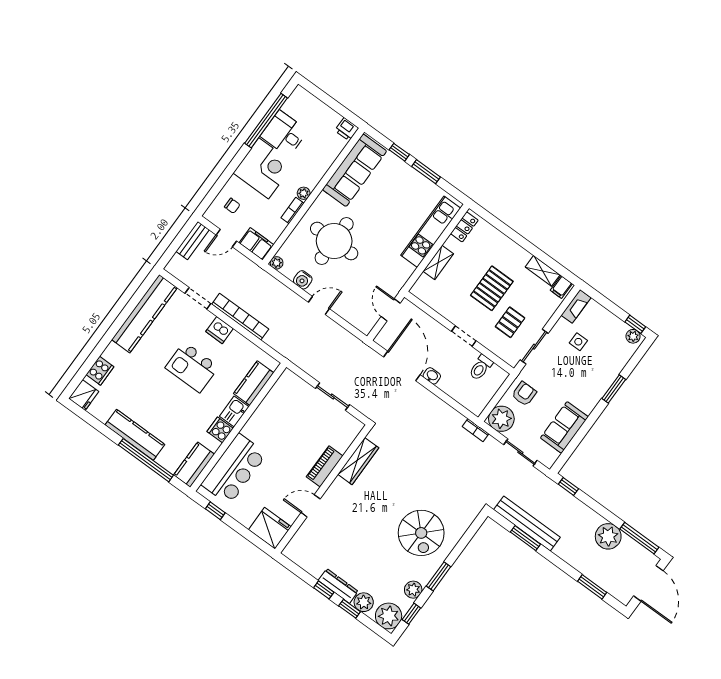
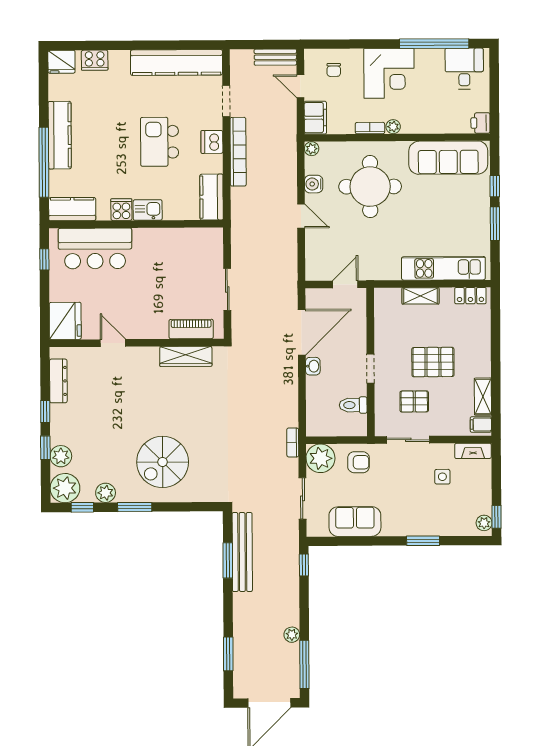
desk: (284, 134) -> (464, 69), moved
kitchen counter: (254, 383) -> (212, 197), moved, turned -90
piano: (325, 466) -> (191, 329), moved
plant: (608, 536) -> (292, 635), width x0.53, depth x0.53
dresser: (338, 586) -> (58, 381), moved

